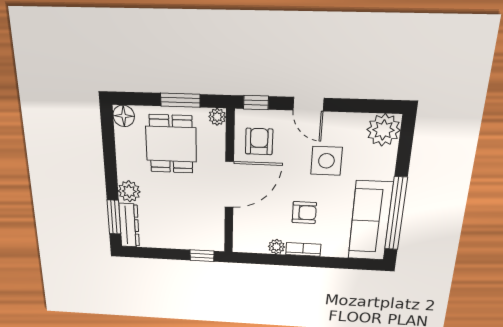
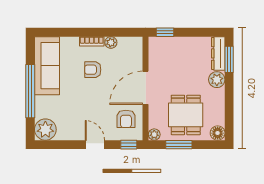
side table: (326, 161) -> (80, 107), removed
window: (396, 214) -> (30, 91), moved

